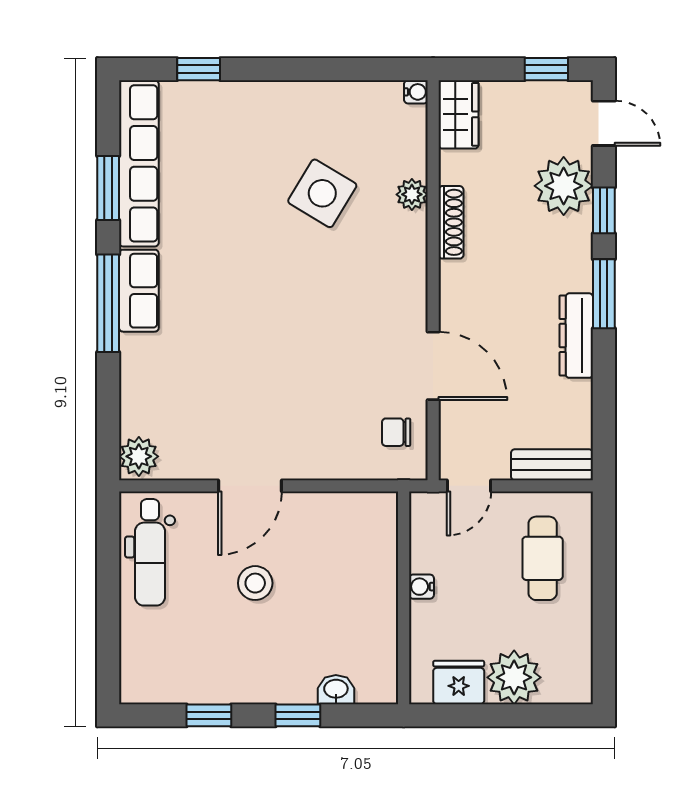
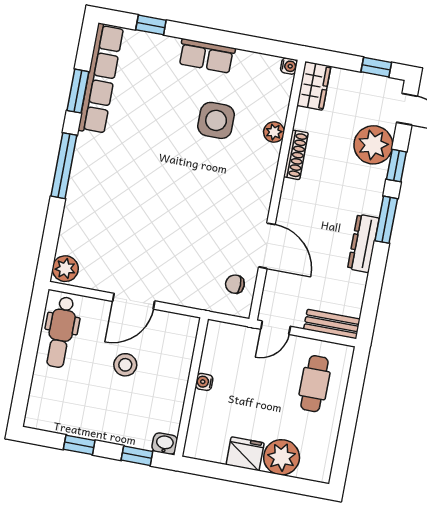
side table: (322, 193) -> (216, 120), turned -31
row of seats: (139, 291) -> (207, 56), moved, turned 90
water cooler: (421, 587) -> (204, 382), moved
wall: (404, 598) -> (191, 387), moved

